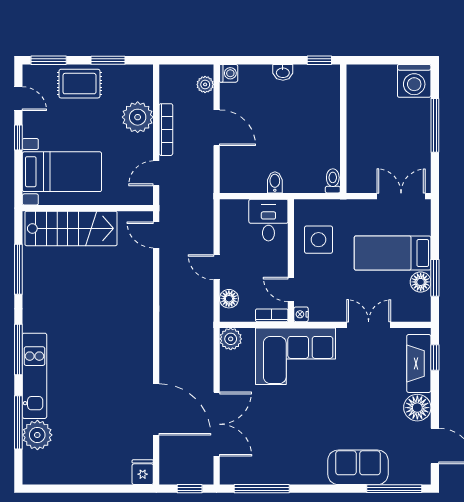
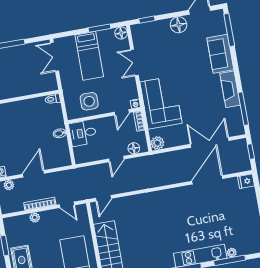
plant: (138, 117) -> (35, 218), width x0.53, depth x0.53
floor lamp: (421, 282) -> (121, 33), moved
fireplace: (419, 363) -> (230, 89), moved, turned 90
plant: (37, 435) -> (232, 253), width x0.53, depth x0.53

